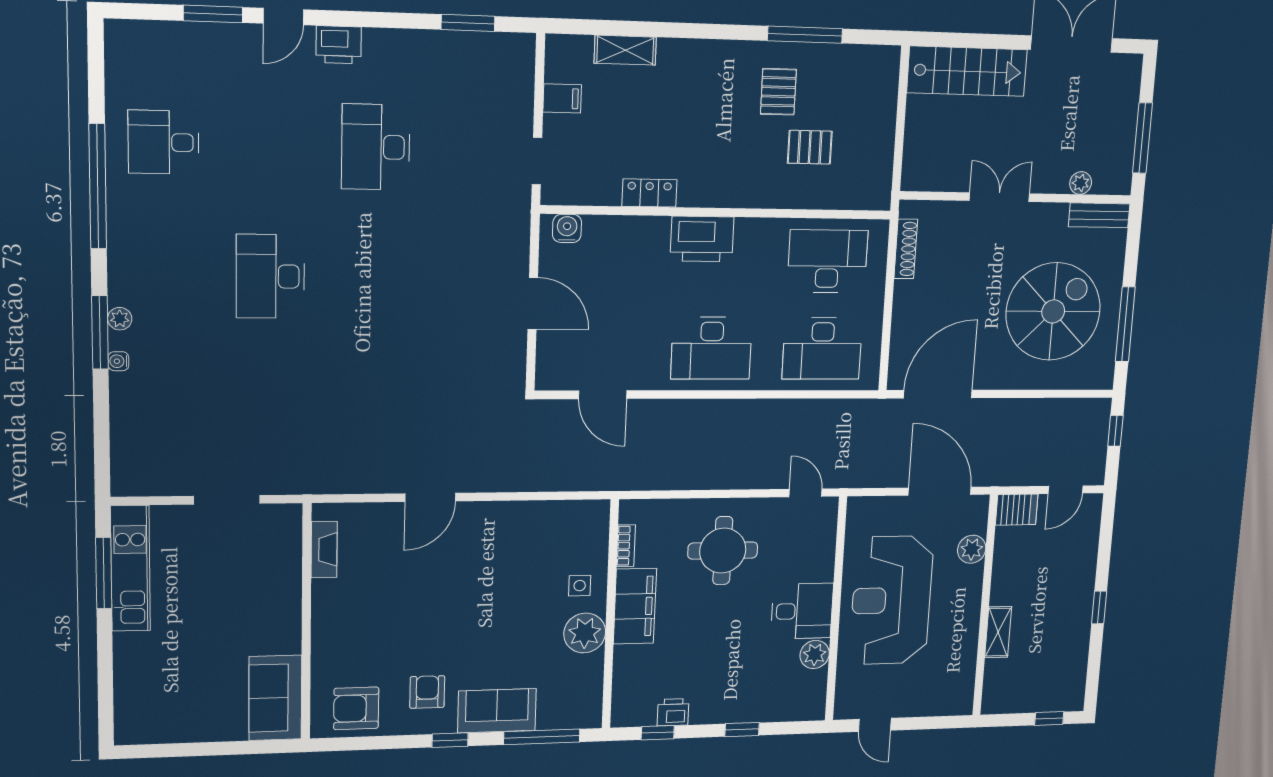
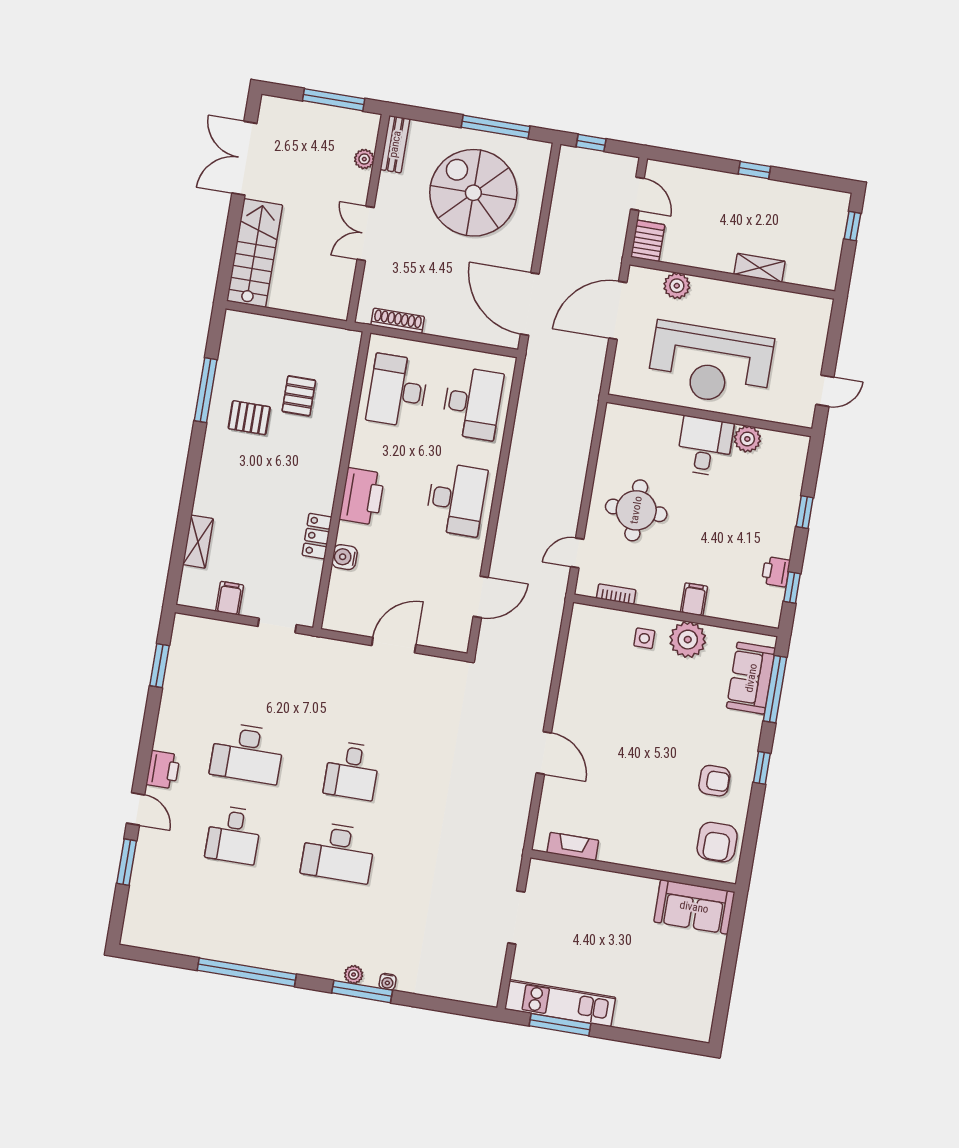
desk: (164, 142) -> (233, 835), moved
water cooler: (567, 228) -> (345, 557), moved
desk: (374, 277) -> (352, 771), added
door: (806, 493) -> (577, 553), moved
filing cabinet: (635, 606) -> (694, 599), width x0.33, depth x0.86
armchair: (427, 692) -> (714, 781), turned 180
sofa: (497, 711) -> (751, 678), moved

